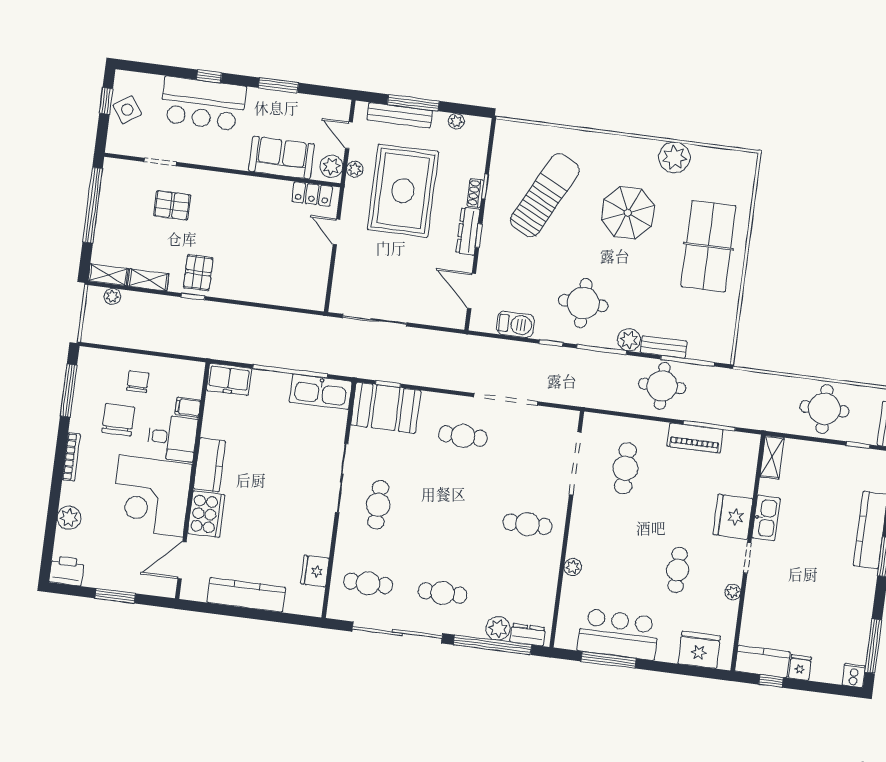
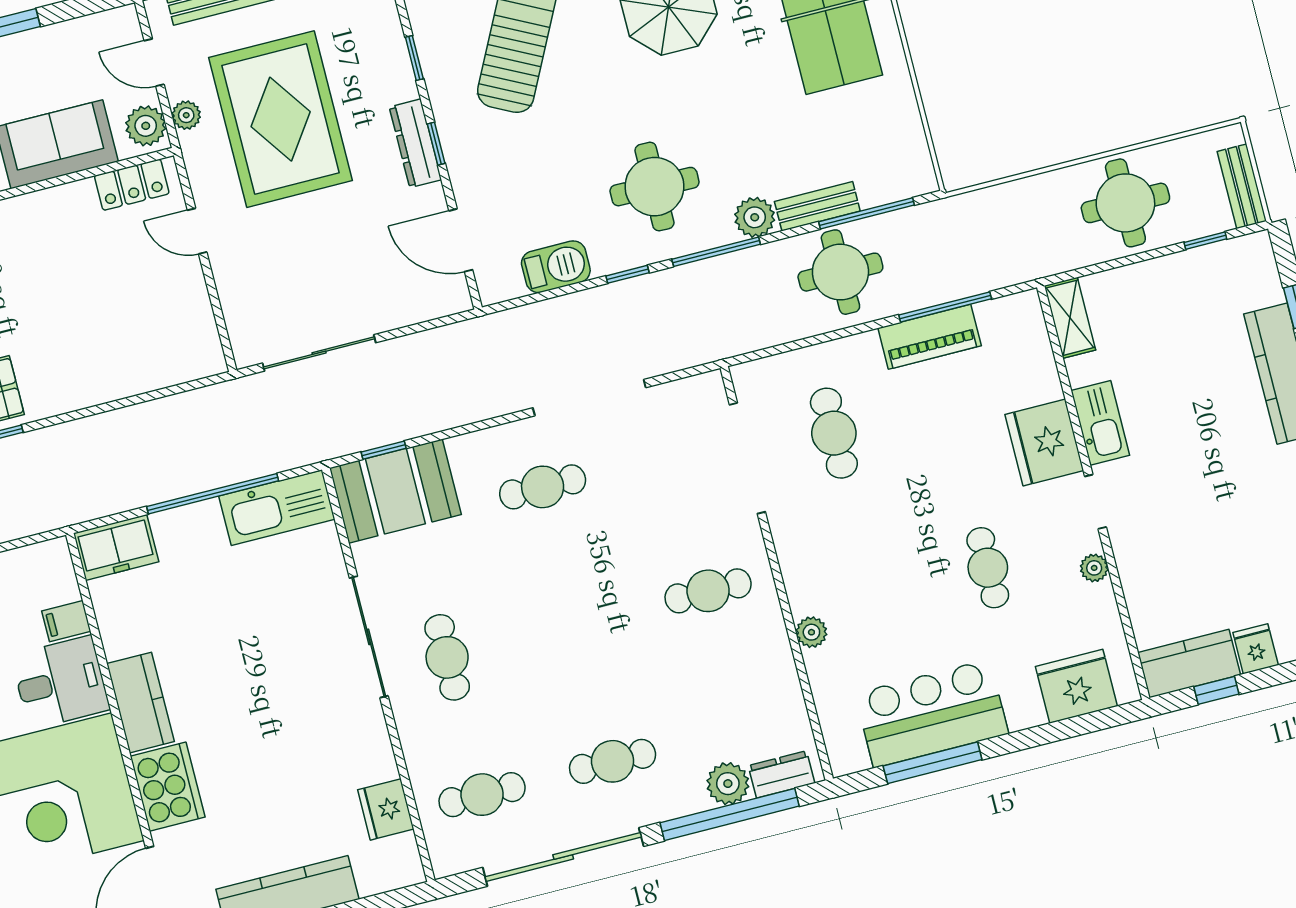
shoe rack: (475, 193) -> (402, 75), removed

